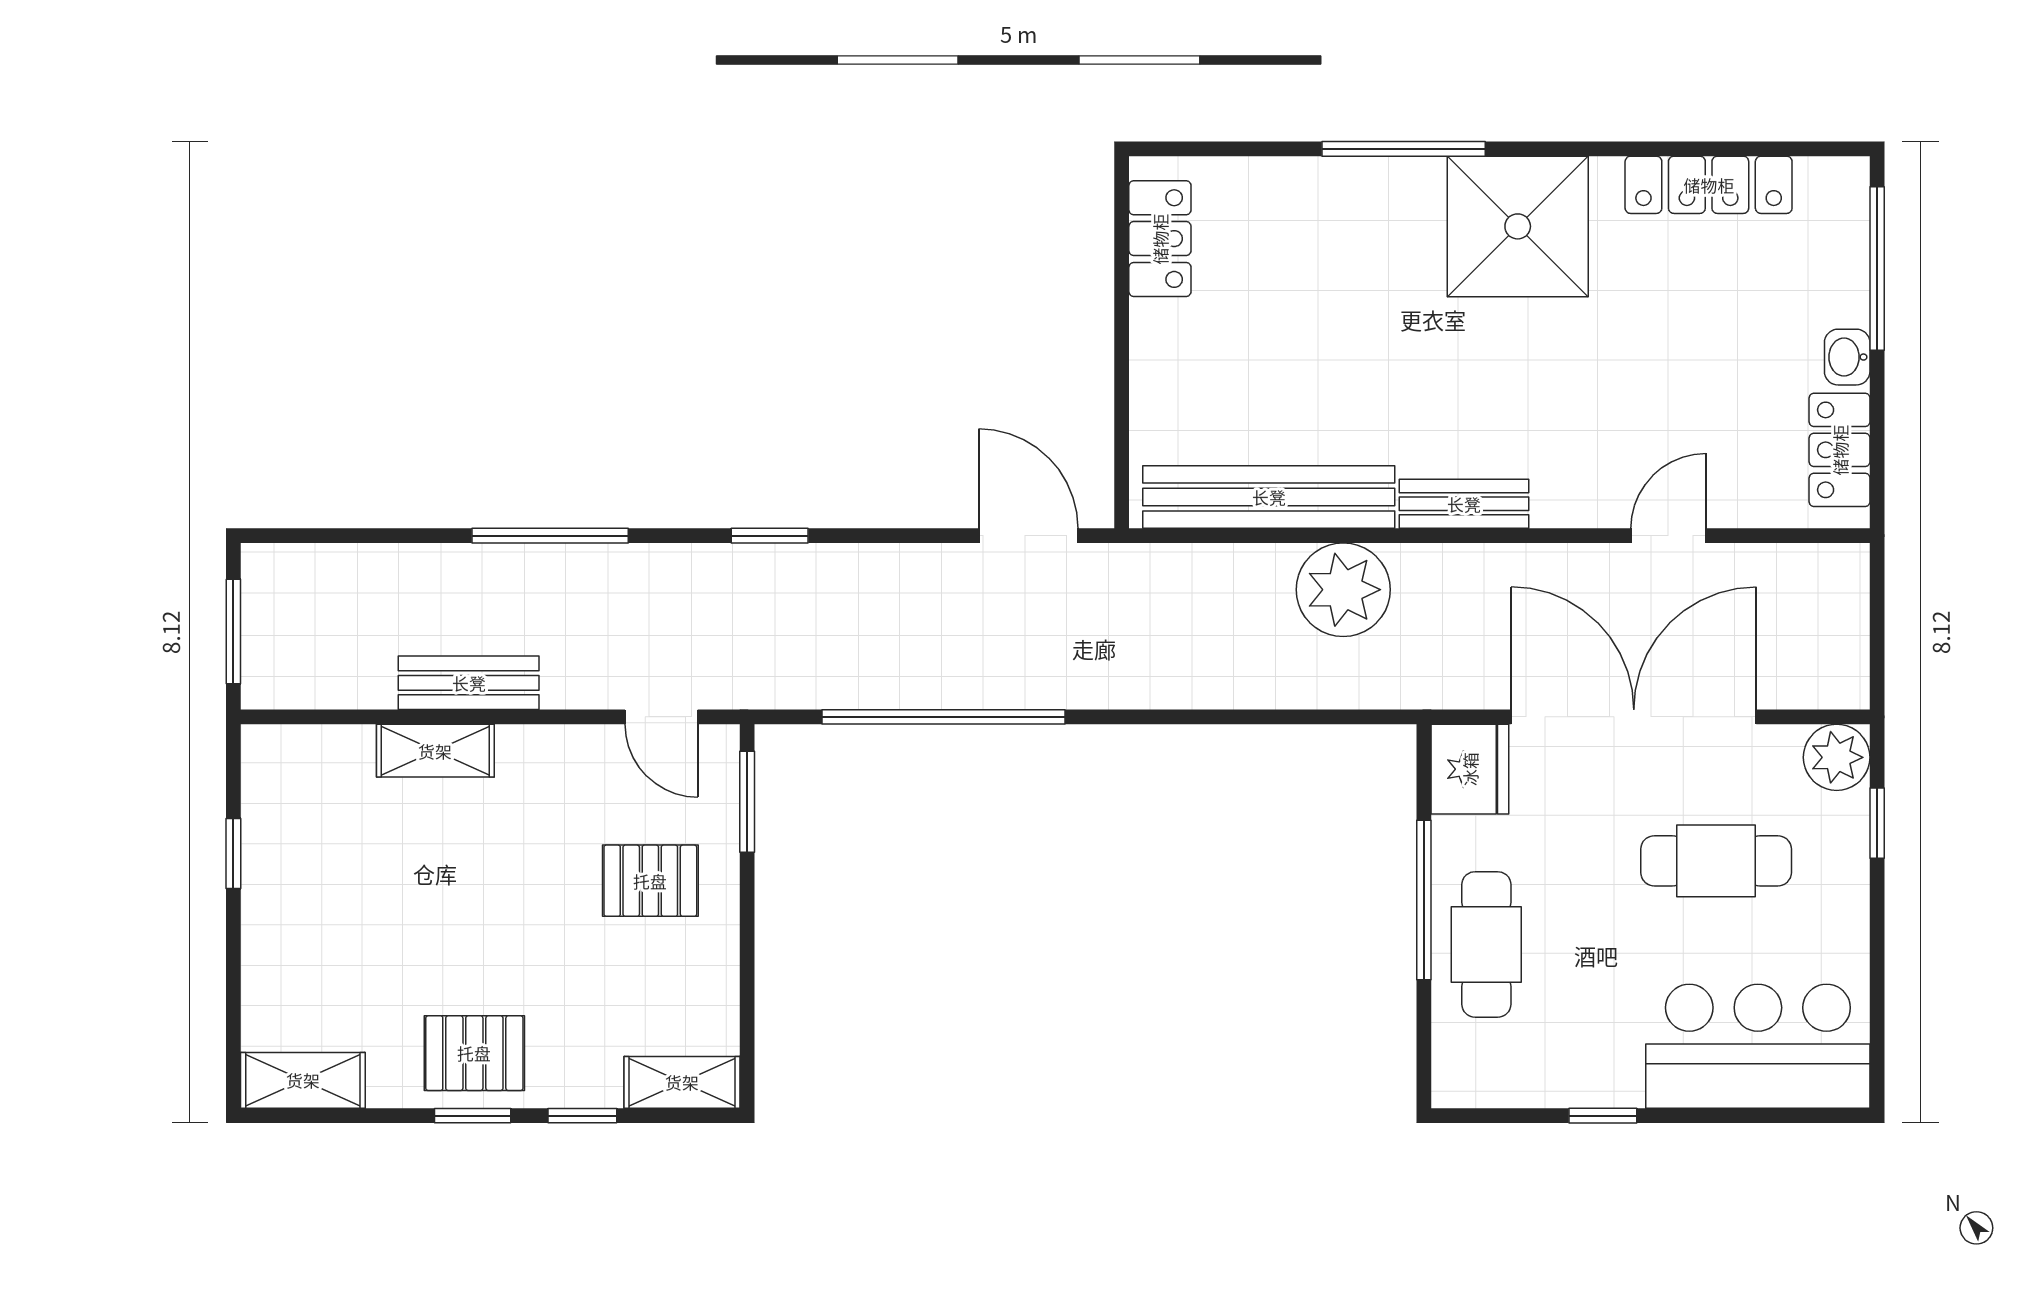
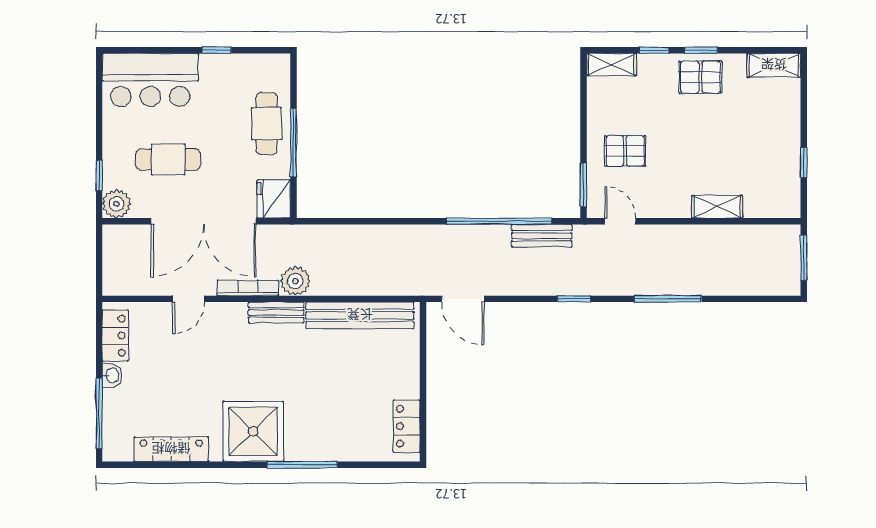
bookcase: (1530, 561) -> (248, 288), added
plant: (1343, 590) -> (295, 281), moved, width x0.73, depth x0.73
bench: (469, 683) -> (542, 236), moved

